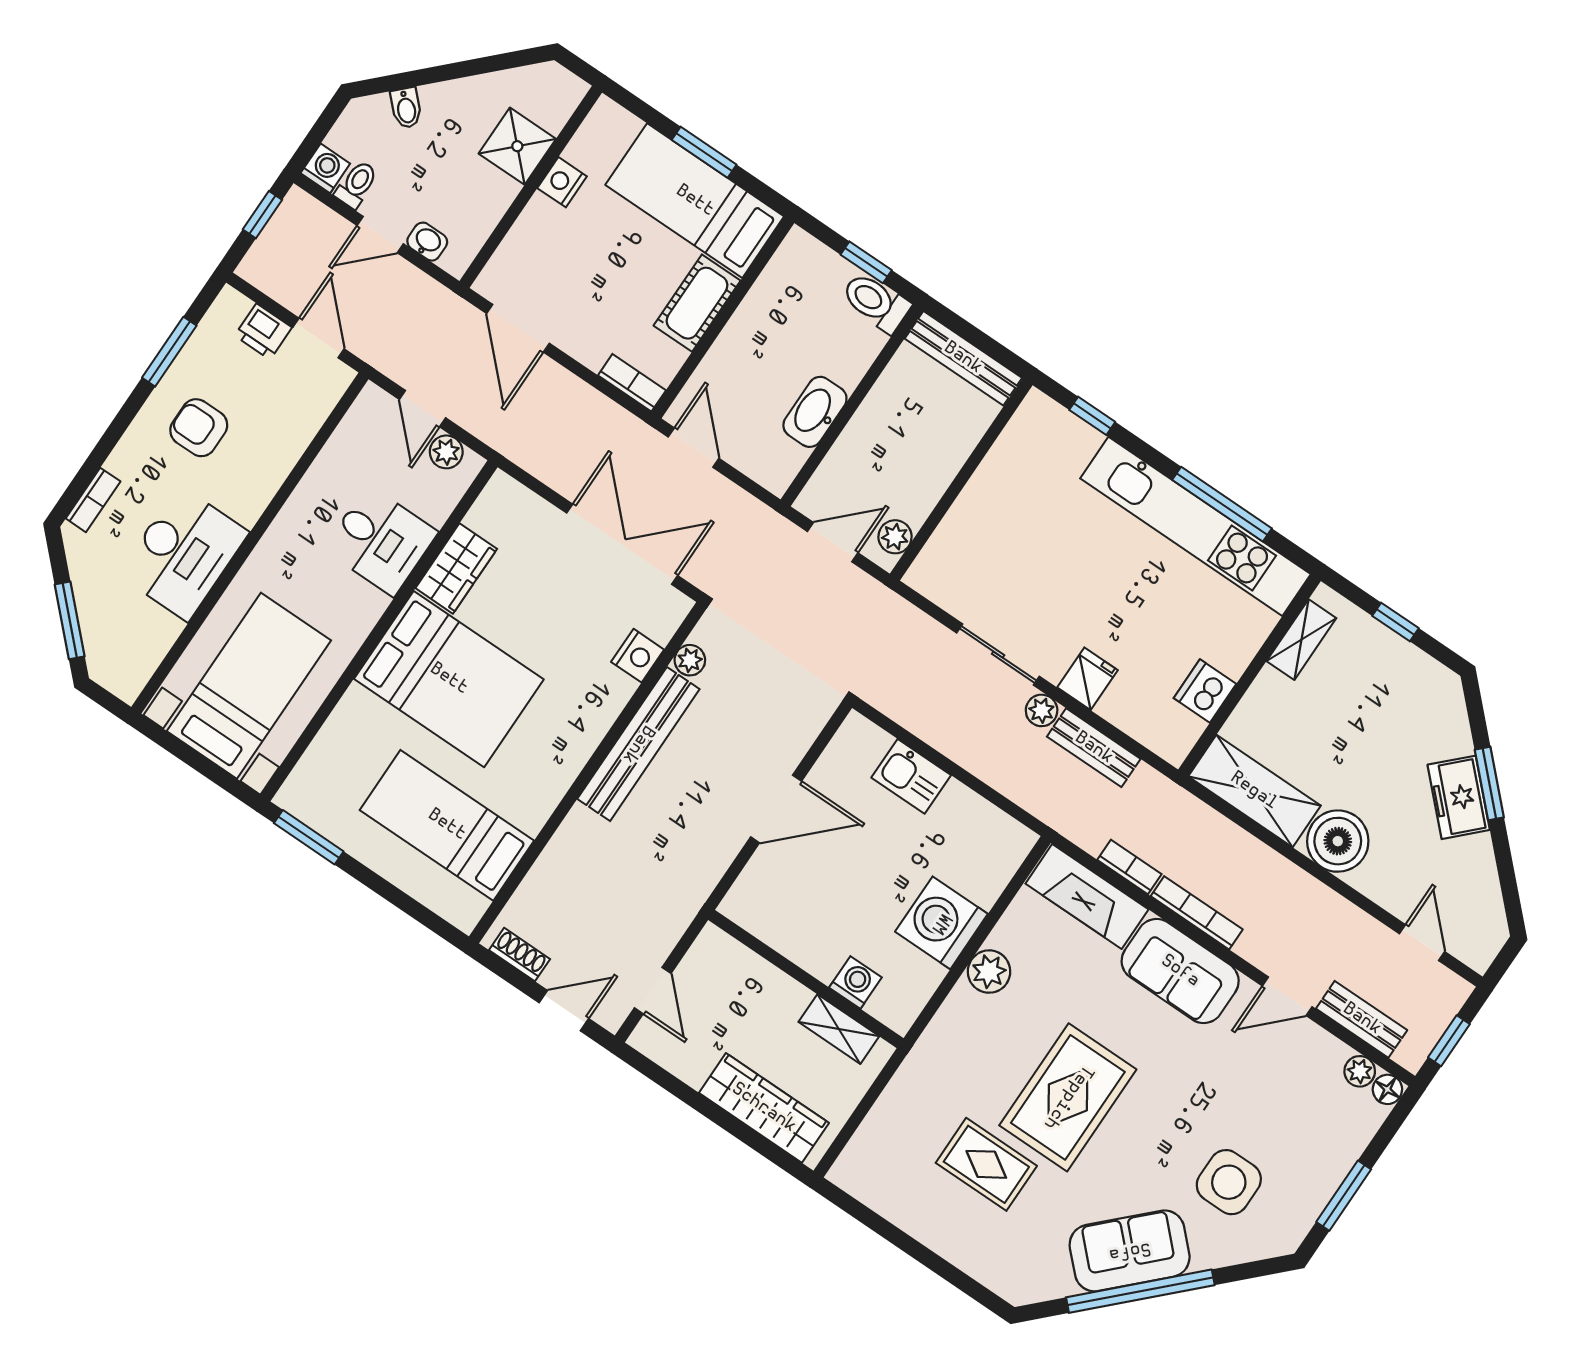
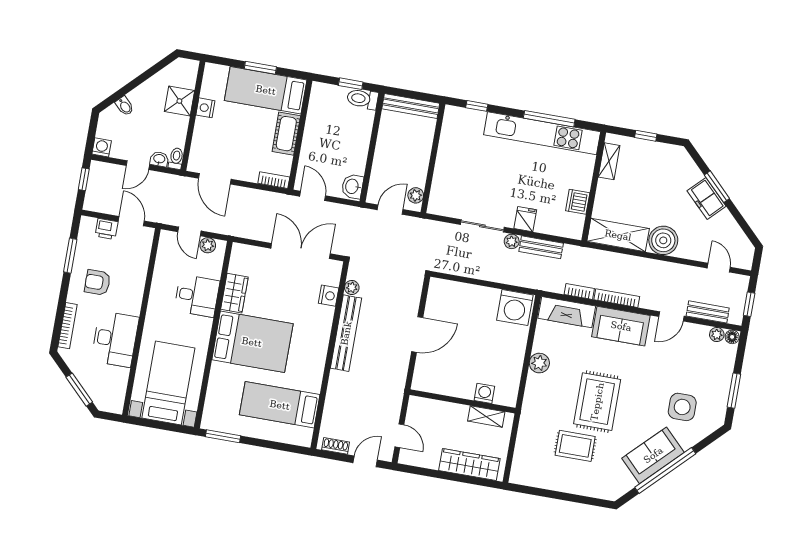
toilet: (357, 184) -> (176, 158), moved
washbasin: (815, 412) -> (352, 186), moved, width x0.72
bookcase: (93, 500) -> (68, 326), width x1.56
kitchen sink: (911, 776) -> (469, 295), removed
washing machine: (941, 923) -> (515, 308), moved, turned -90

